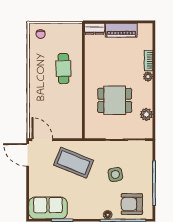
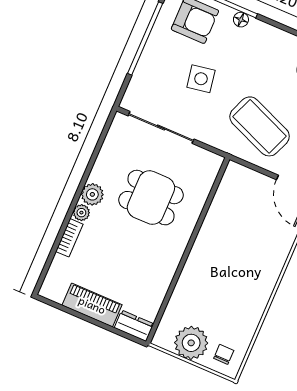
plant: (60, 33) -> (191, 343), added
cafe table: (63, 69) -> (211, 284), removed
plant: (146, 114) -> (92, 194), moved

